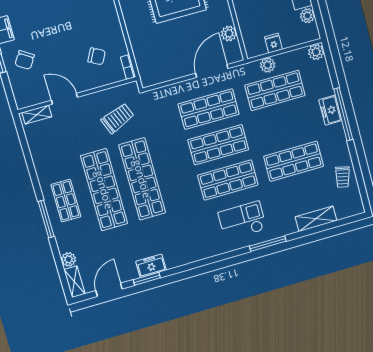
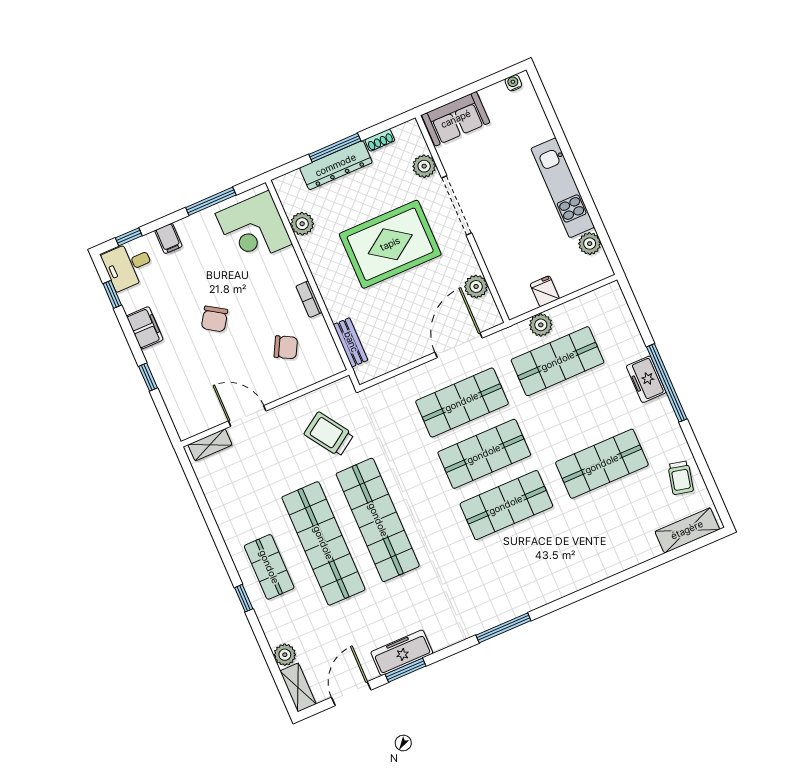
plant: (316, 52) -> (611, 295), removed
bench: (140, 59) -> (351, 342), added
chair: (25, 60) -> (214, 319), moved
bookcase: (128, 67) -> (309, 299), moved
trolley: (118, 118) -> (329, 434), turned -102
window: (46, 219) -> (244, 598), width x0.46
shelving: (316, 219) -> (687, 530), moved
checkout: (242, 221) -> (537, 564), removed
window: (268, 244) -> (503, 628), moved
freezer: (151, 266) -> (402, 653), width x1.40

